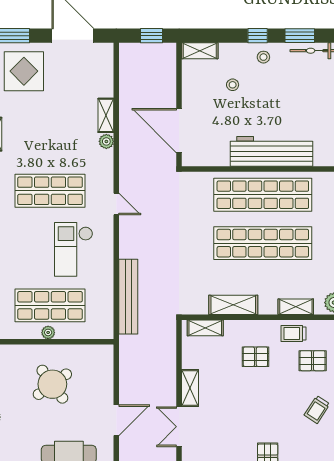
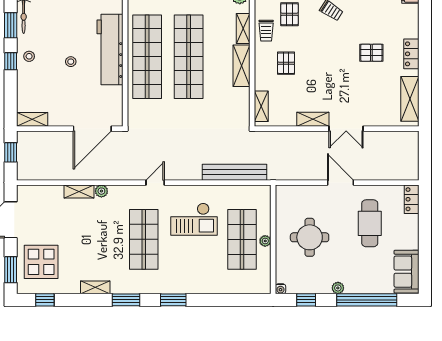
shelving: (200, 51) -> (32, 119), moved, turned 90
stool: (233, 85) -> (71, 62), moved
shelving: (233, 305) -> (242, 66), moved
round table: (52, 384) -> (310, 237), turned 36

